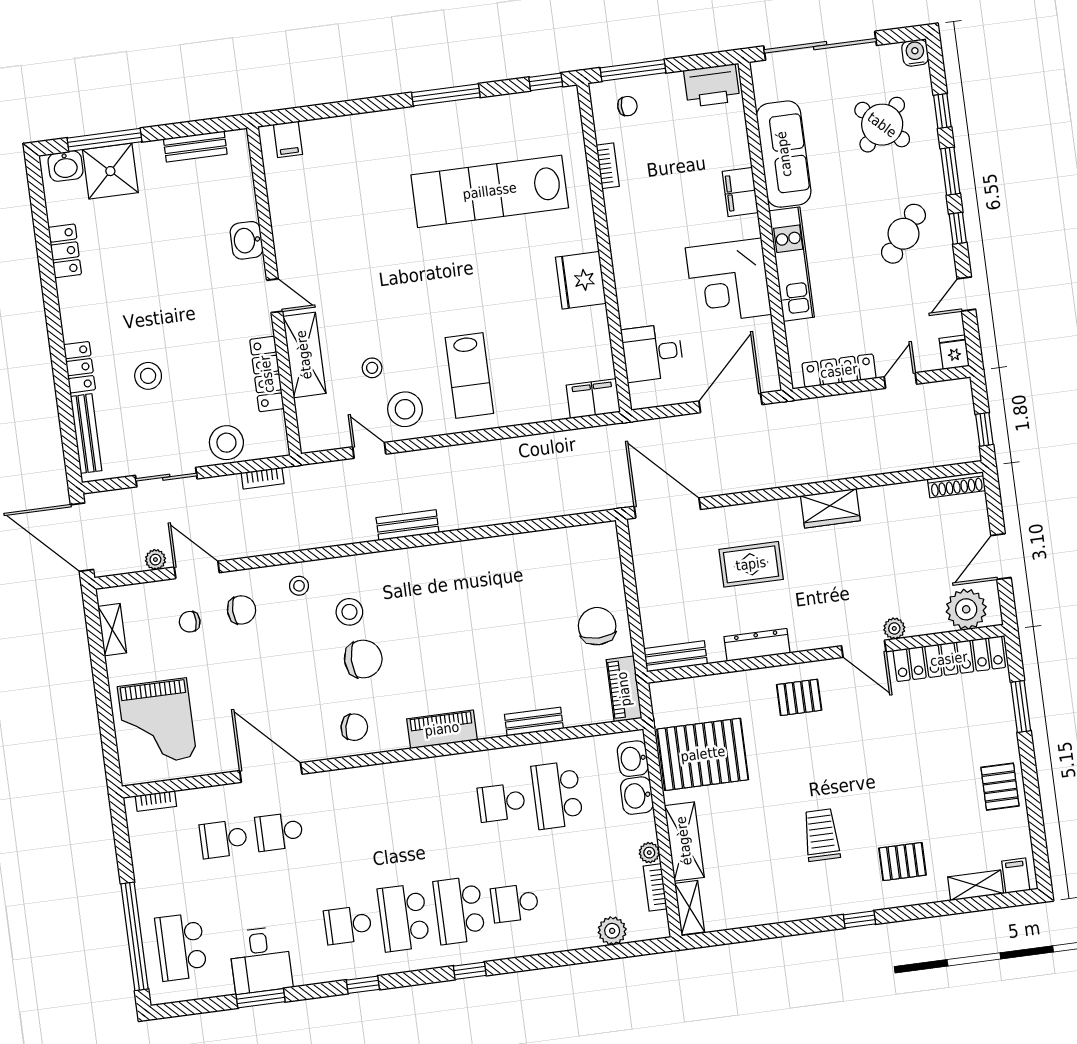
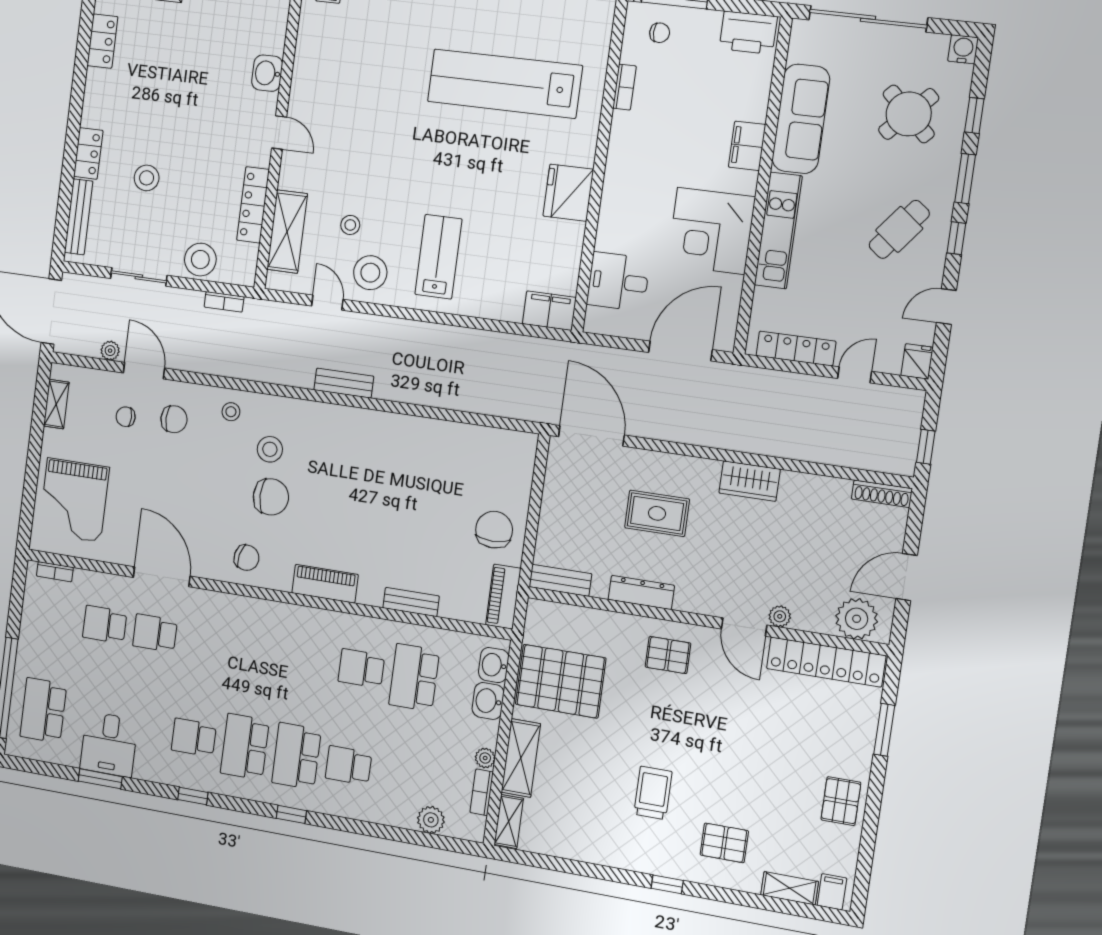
shelving: (304, 355) -> (287, 232), moved
lab bench: (469, 375) -> (438, 257), turned 180

